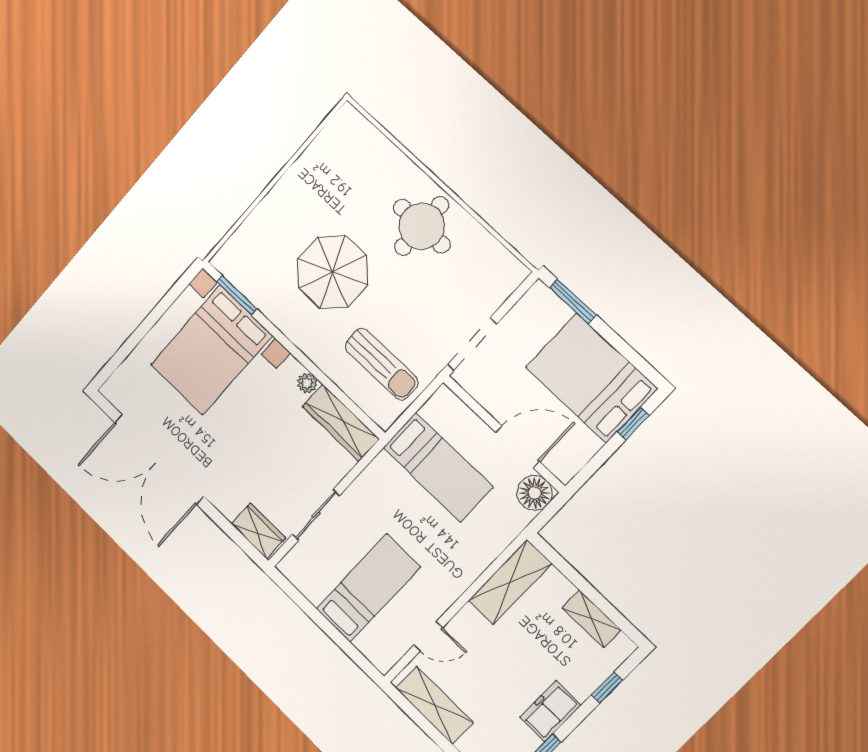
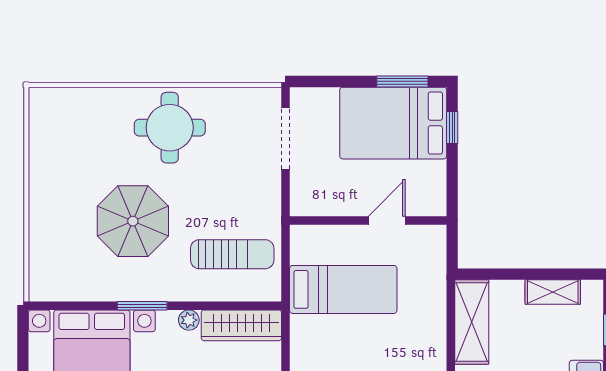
window: (237, 295) -> (142, 306), moved
window: (573, 301) -> (402, 81), moved
doorway: (472, 344) -> (286, 138), moved
door: (518, 447) -> (387, 220), width x0.73
floor lamp: (535, 493) -> (429, 242), removed

